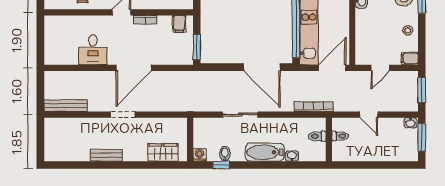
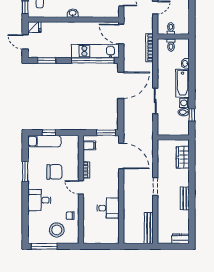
door: (134, 68) -> (121, 156), moved
dresser: (51, 149) -> (181, 239), added
washing machine: (199, 155) -> (185, 103), moved

